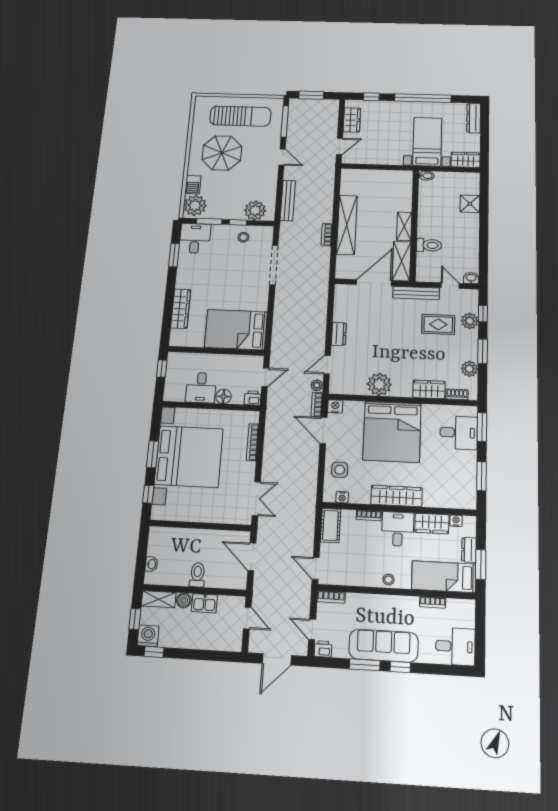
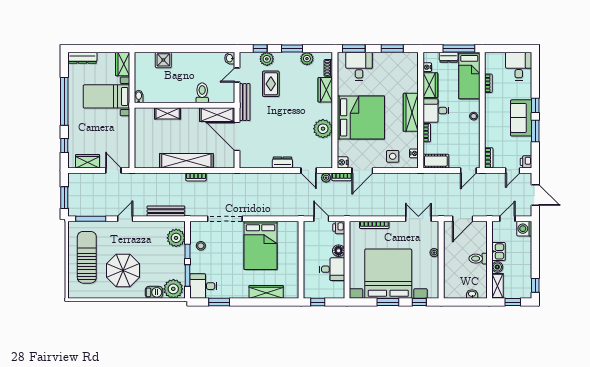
shelving: (404, 226) -> (168, 113), moved
bed: (236, 330) -> (261, 245), moved
plant: (210, 517) -> (434, 253), added
window: (481, 564) -> (459, 48), width x1.44
washing machine: (148, 636) -> (524, 229), moved
sofa: (384, 646) -> (521, 118), width x0.73

